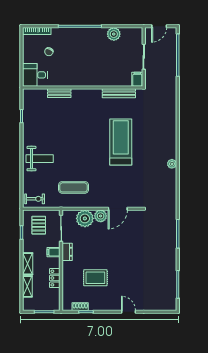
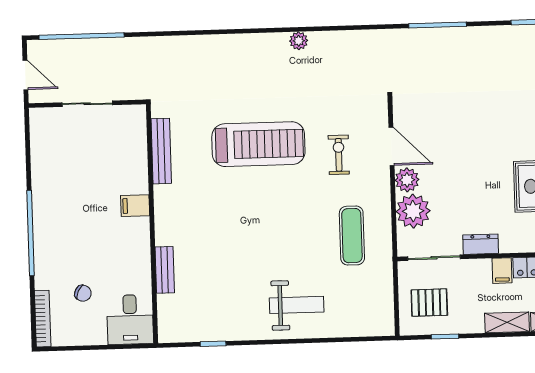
plant: (114, 34) -> (44, 165), removed
filing cabinet: (137, 79) -> (135, 206), moved
treadmill: (121, 142) -> (258, 144), turned 180
weight bench: (40, 159) -> (297, 305), turned 90
exercise bike: (35, 199) -> (339, 155), moved
filing cabinet: (54, 252) -> (502, 271), moved

